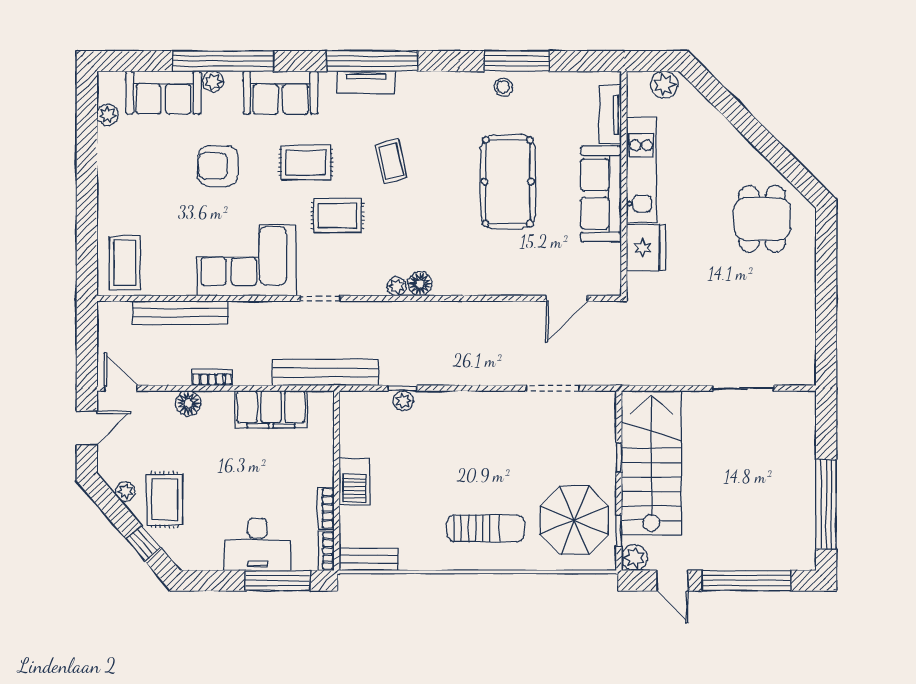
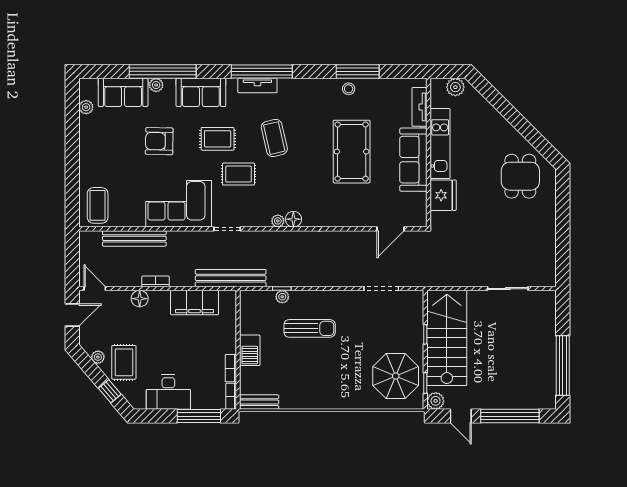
coffee table: (391, 161) -> (274, 138), width x1.36, depth x1.30
sun lounger: (486, 528) -> (310, 328), moved
desk: (257, 544) -> (168, 392), moved

